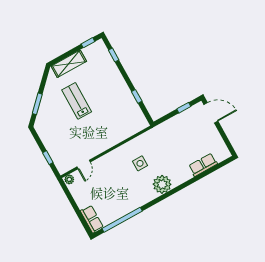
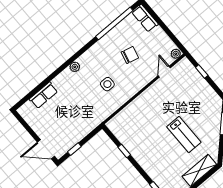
plant: (162, 184) -> (75, 67), width x0.53, depth x0.53
chair: (113, 187) -> (130, 55), added

